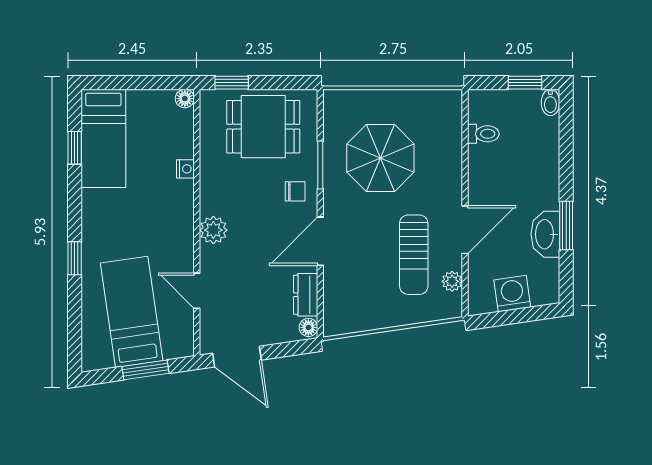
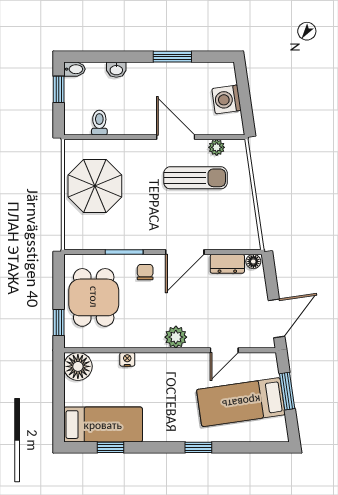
floor lamp: (185, 99) -> (78, 366), width x1.89, depth x1.89
parasol: (380, 158) -> (95, 186), moved
washbasin: (545, 234) -> (116, 70), moved, width x0.52, depth x0.69
door: (320, 241) -> (185, 252), hinge flipped

